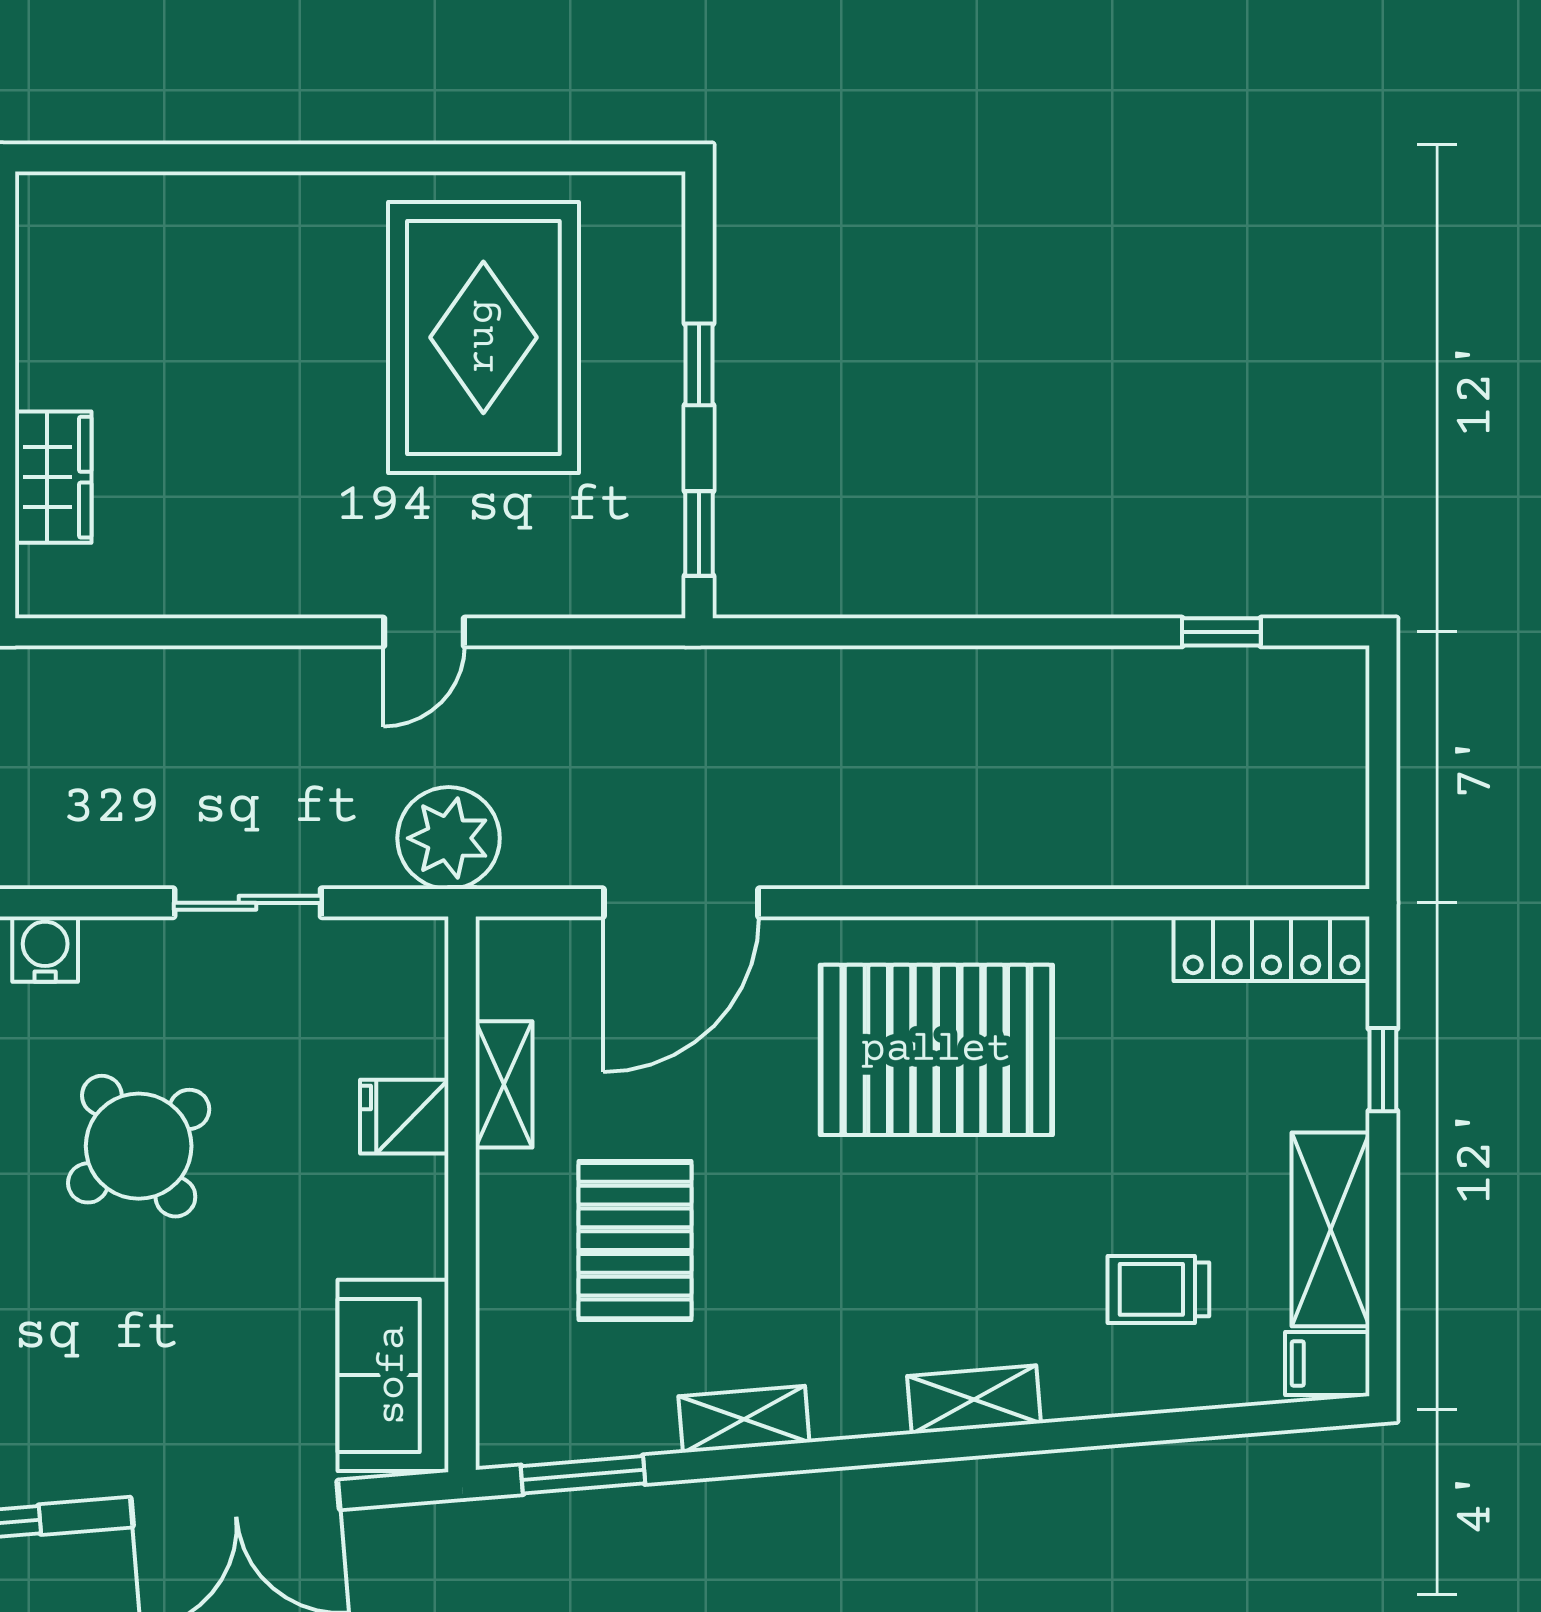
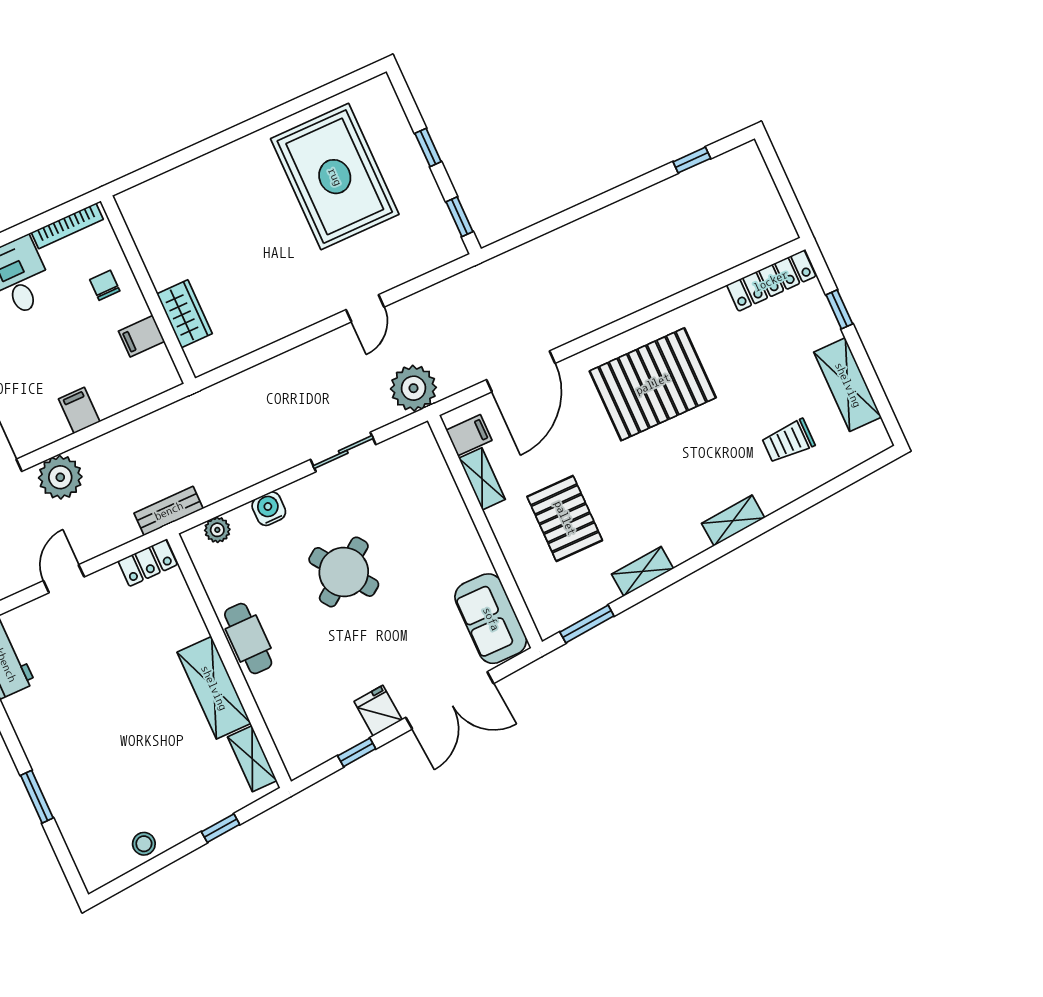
fridge: (404, 1117) -> (378, 711), moved, turned 85
filing cabinet: (1327, 1363) -> (469, 435), moved, turned 180

